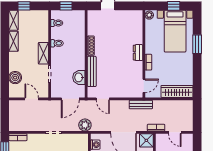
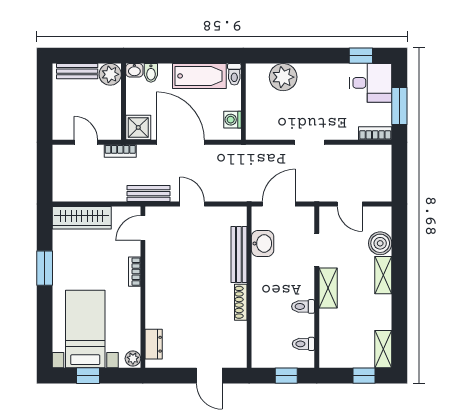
shelving: (13, 41) -> (383, 275), moved
window: (197, 44) -> (45, 268), moved
dresser: (138, 53) -> (154, 344), moved
door: (103, 99) -> (192, 204), moved
plant: (85, 125) -> (251, 156), removed

